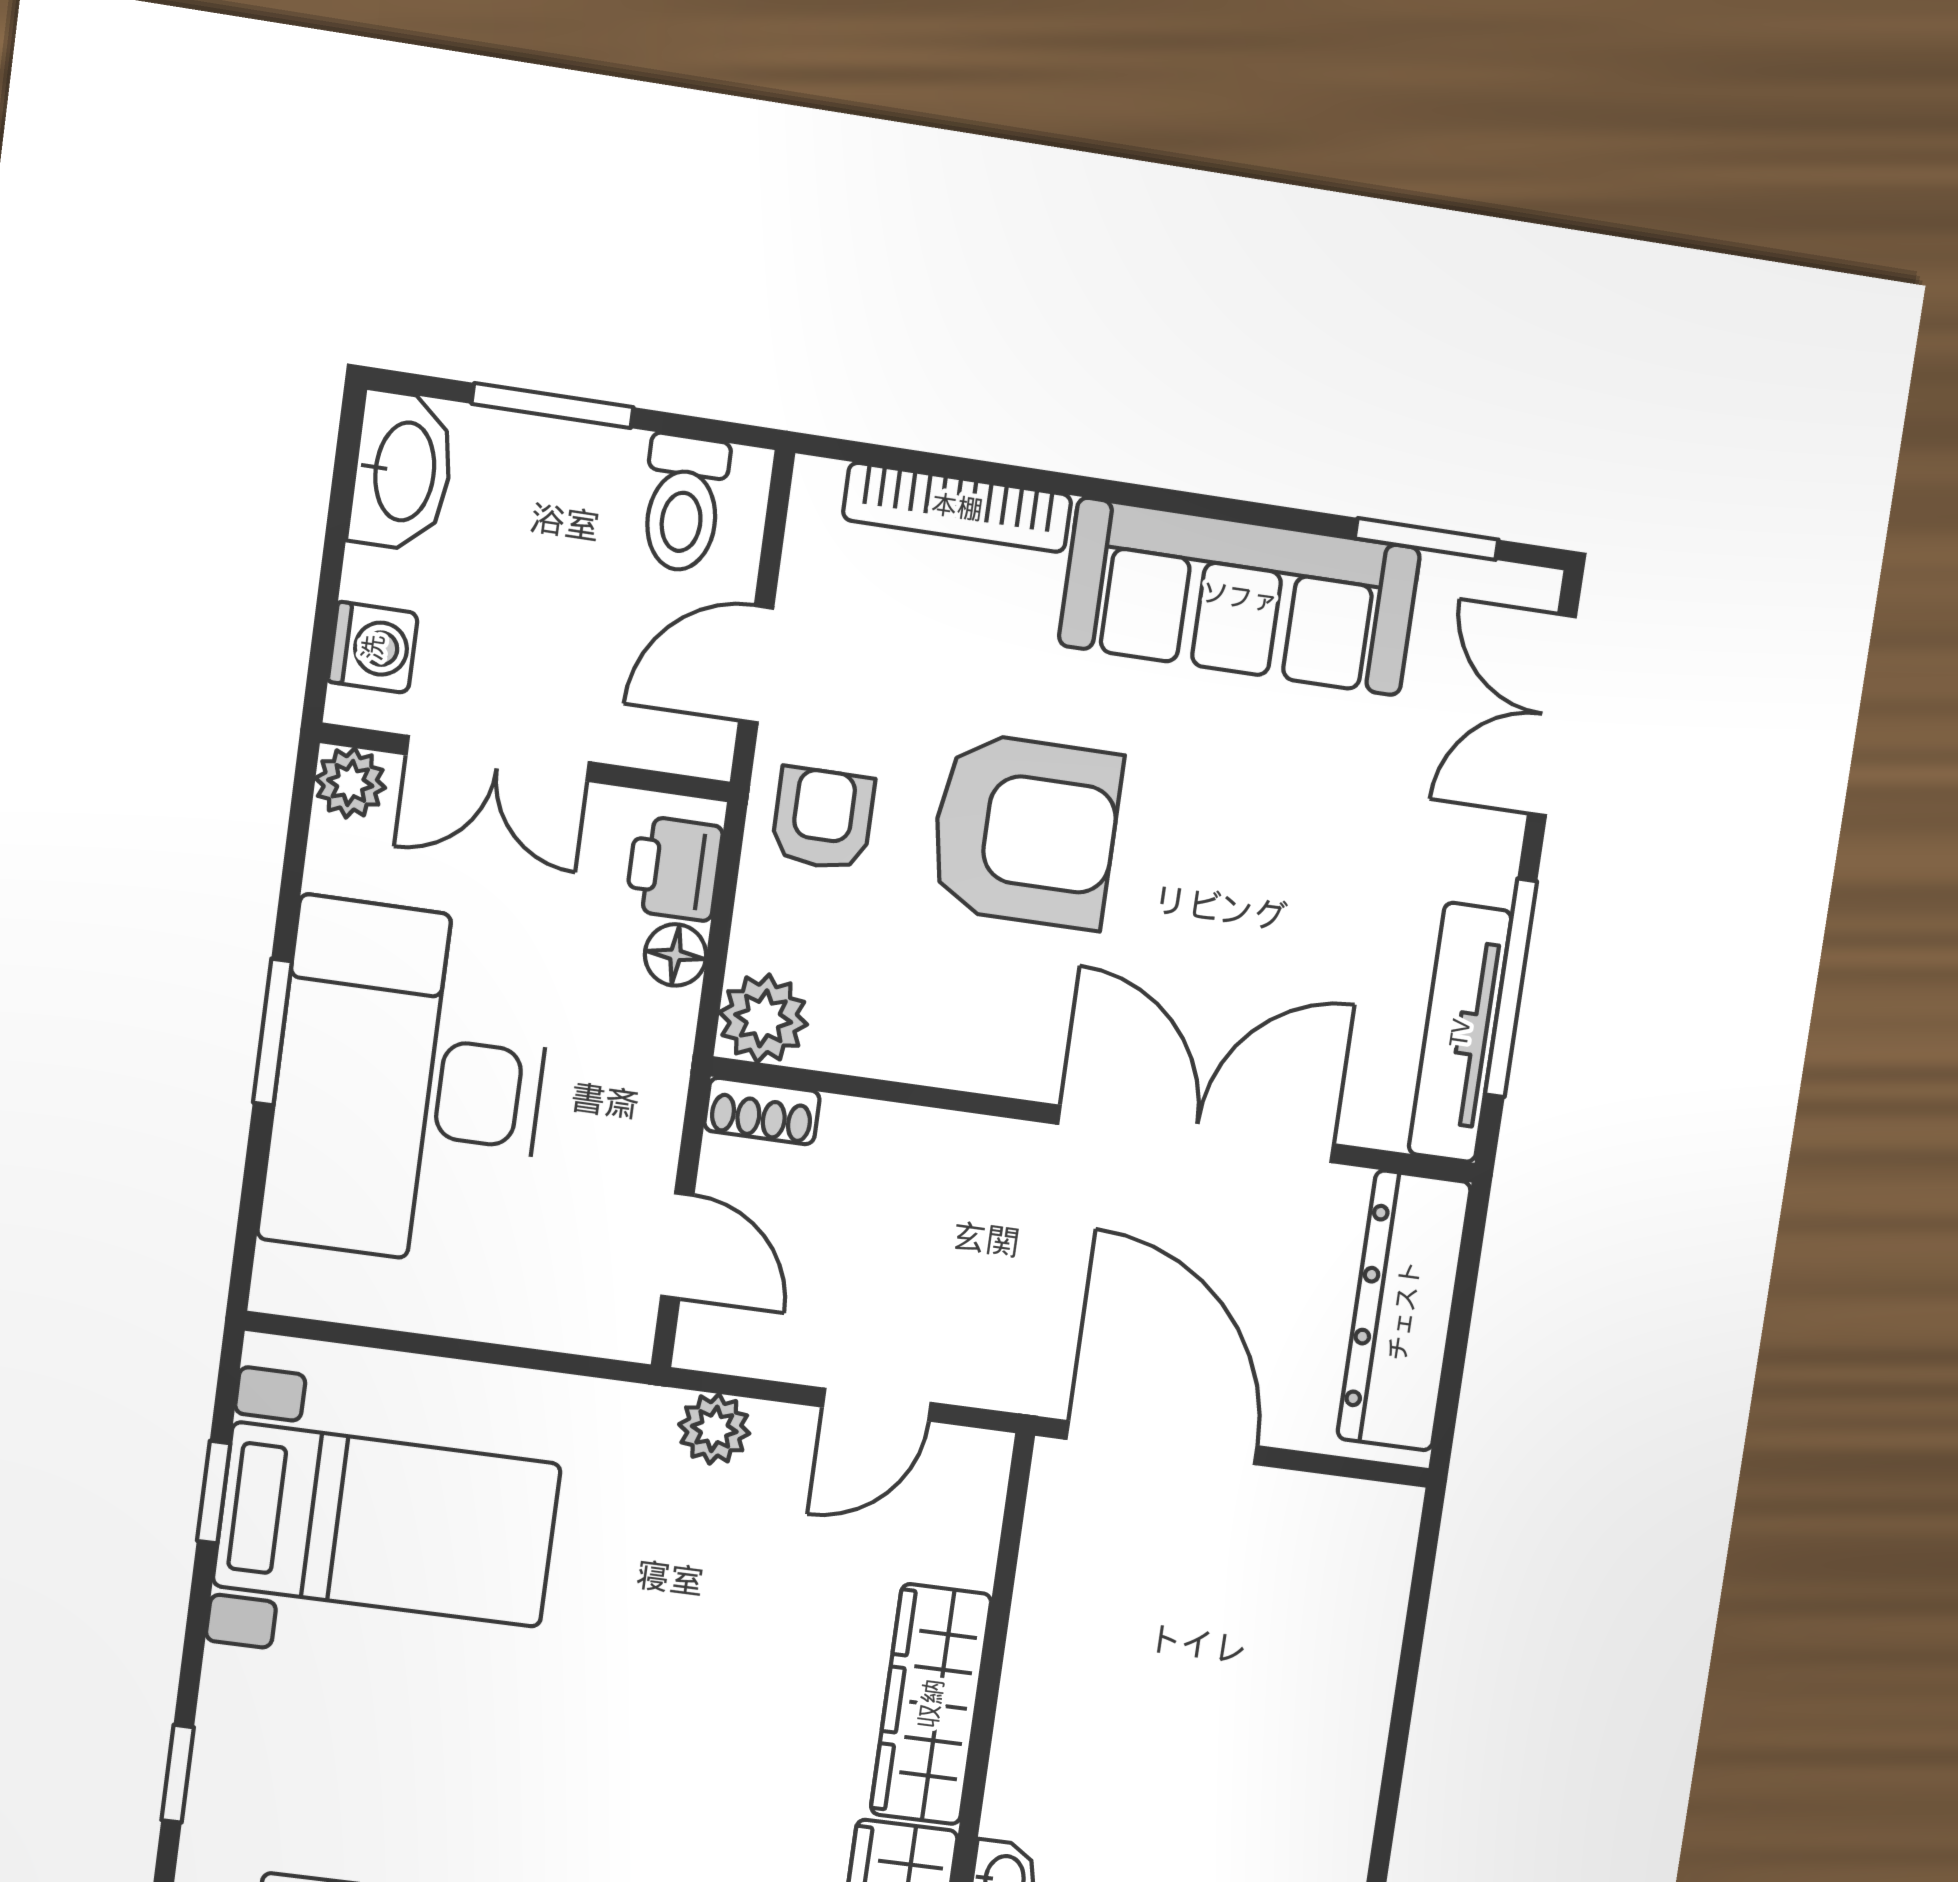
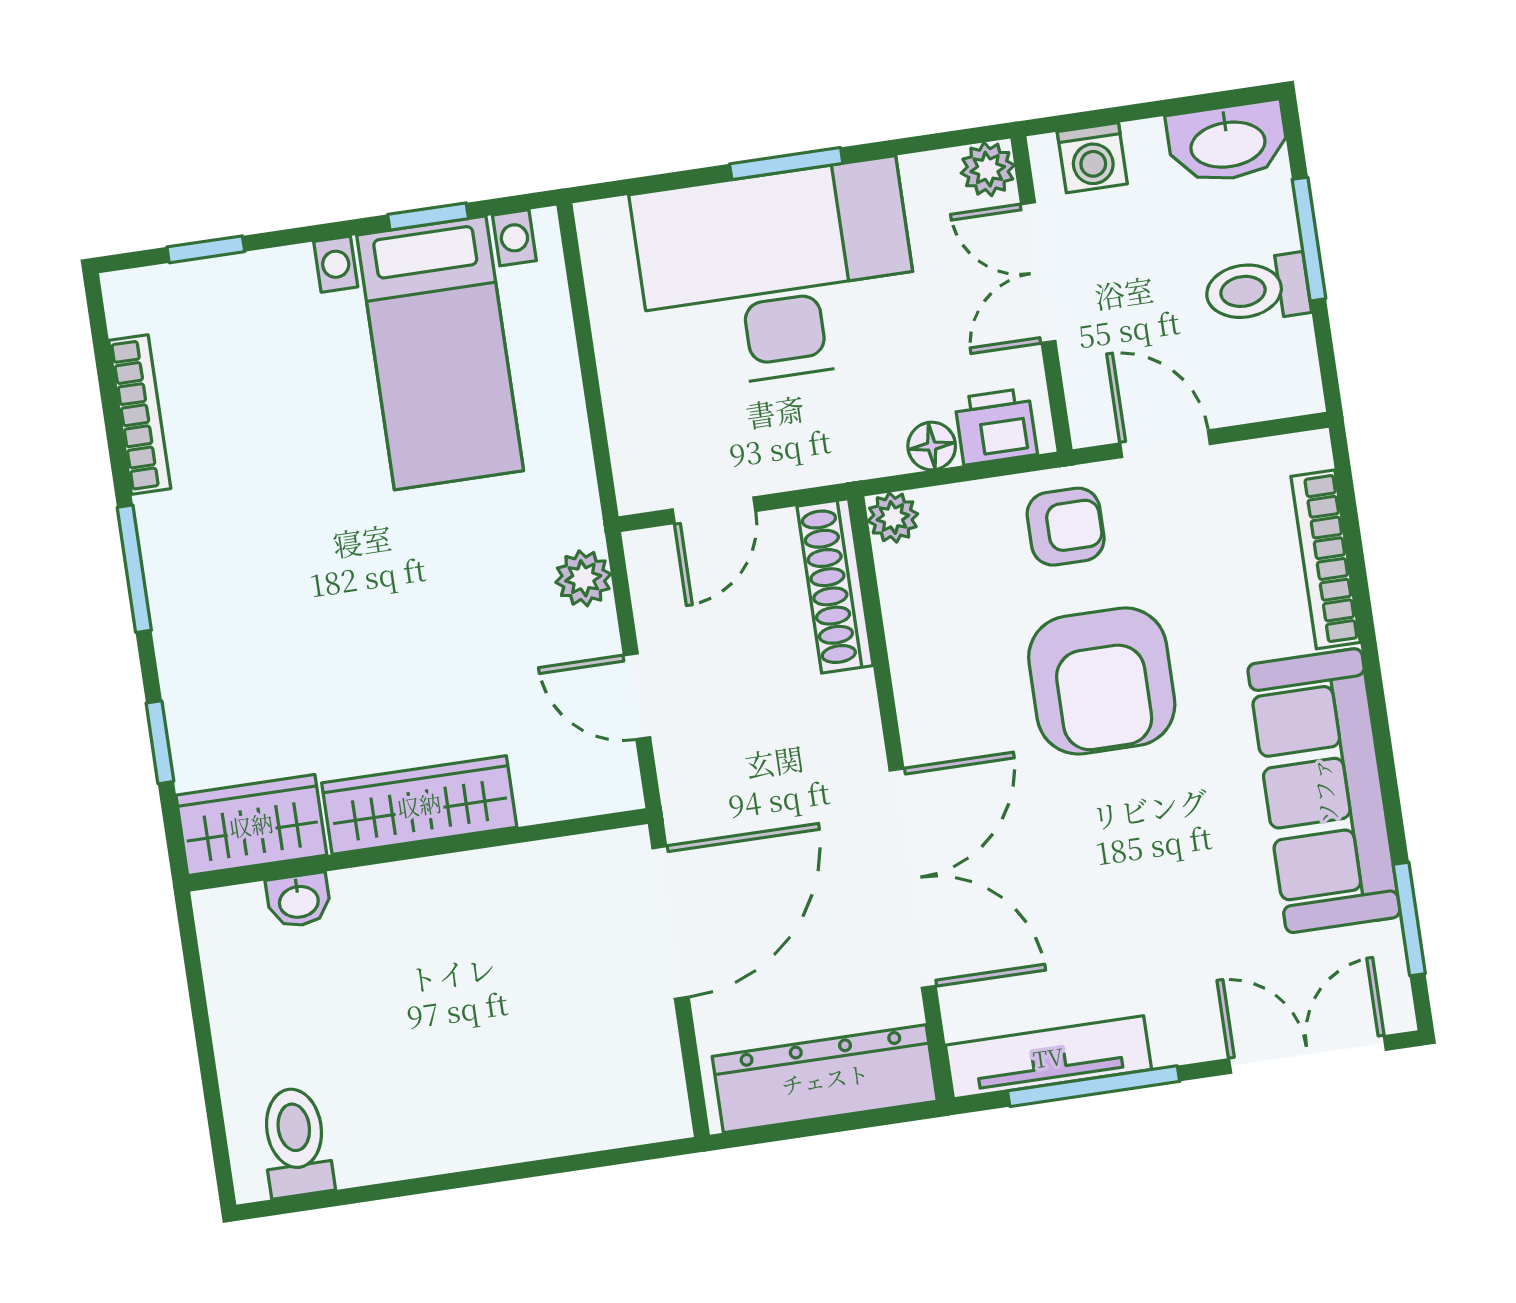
toilet: (684, 503) -> (1257, 289), moved
plant: (763, 1018) -> (893, 517), width x0.73, depth x0.73
shoe rack: (762, 1111) -> (835, 586), width x1.94, depth x1.24

